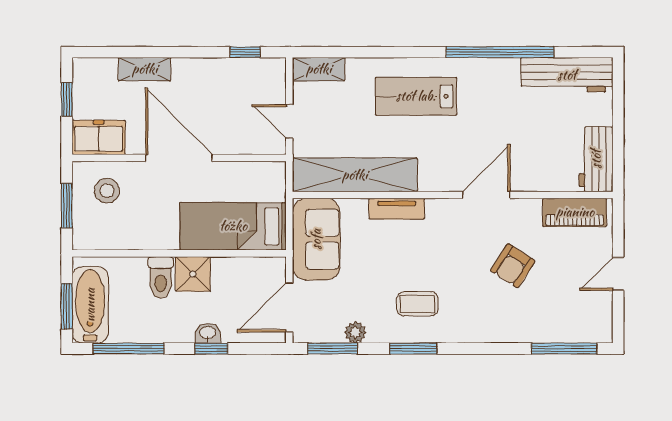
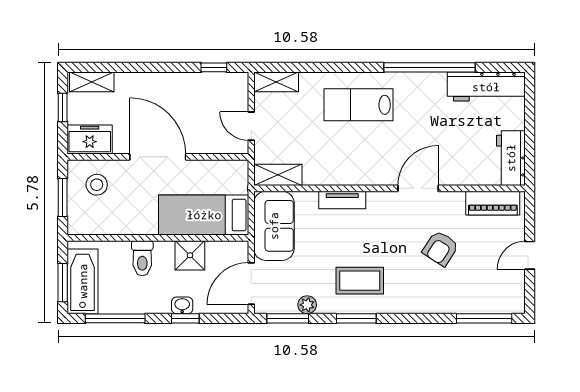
shelving: (145, 69) -> (92, 82), moved
shelving: (355, 175) -> (278, 175), width x0.45, depth x0.75
shower: (193, 274) -> (190, 255), moved
coffee table: (417, 304) -> (360, 281), width x1.36, depth x1.30

